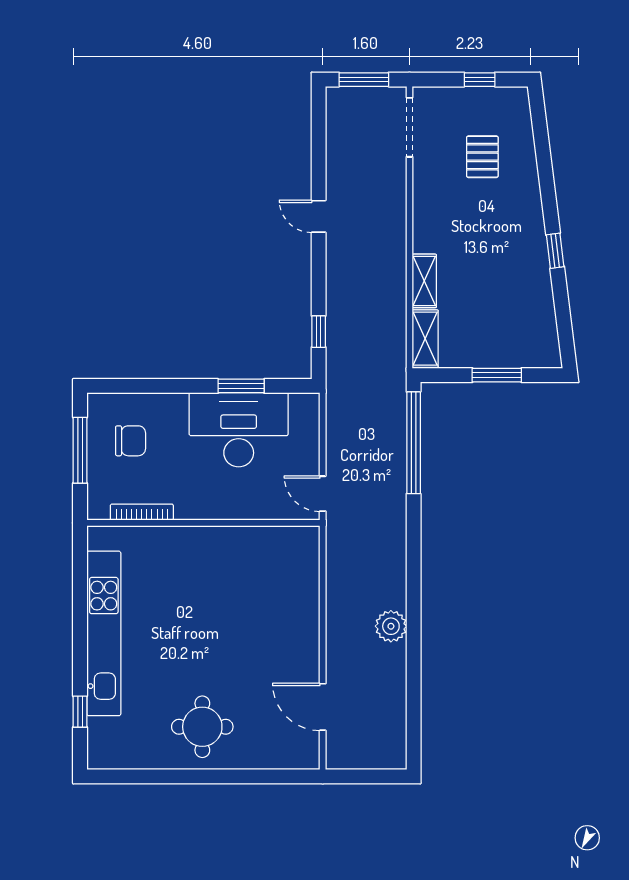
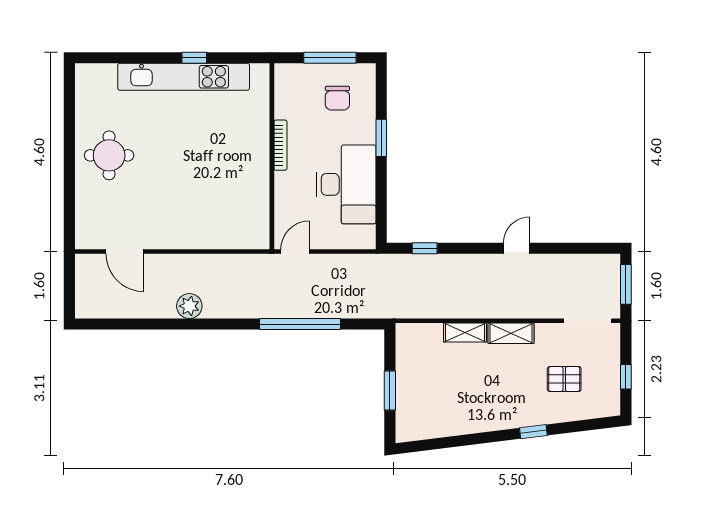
window: (555, 251) -> (533, 432), moved
shelving: (425, 339) -> (511, 333), moved
window: (241, 386) -> (381, 138), moved
window: (414, 443) -> (300, 324), moved
bookcase: (142, 512) -> (280, 145), moved
door: (323, 707) -> (125, 252), swing flipped
window: (80, 712) -> (194, 58), moved

